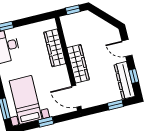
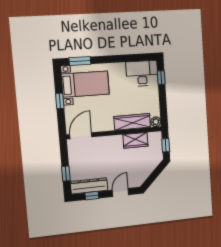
plant: (51, 24) -> (156, 122), added
wardrobe: (78, 64) -> (135, 140), moved, width x0.67

